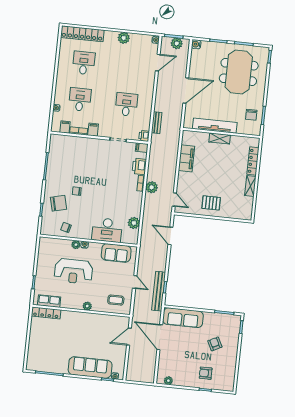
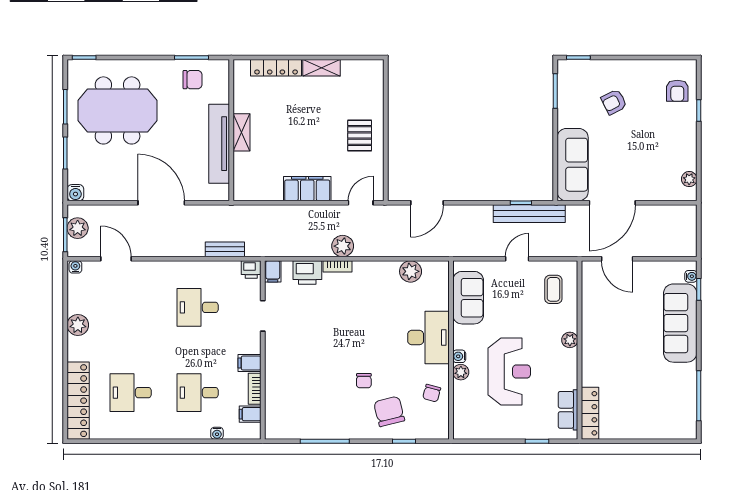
filing cabinet: (186, 158) -> (307, 189), moved
desk: (107, 230) -> (428, 338), moved
armchair: (206, 373) -> (677, 91), moved

